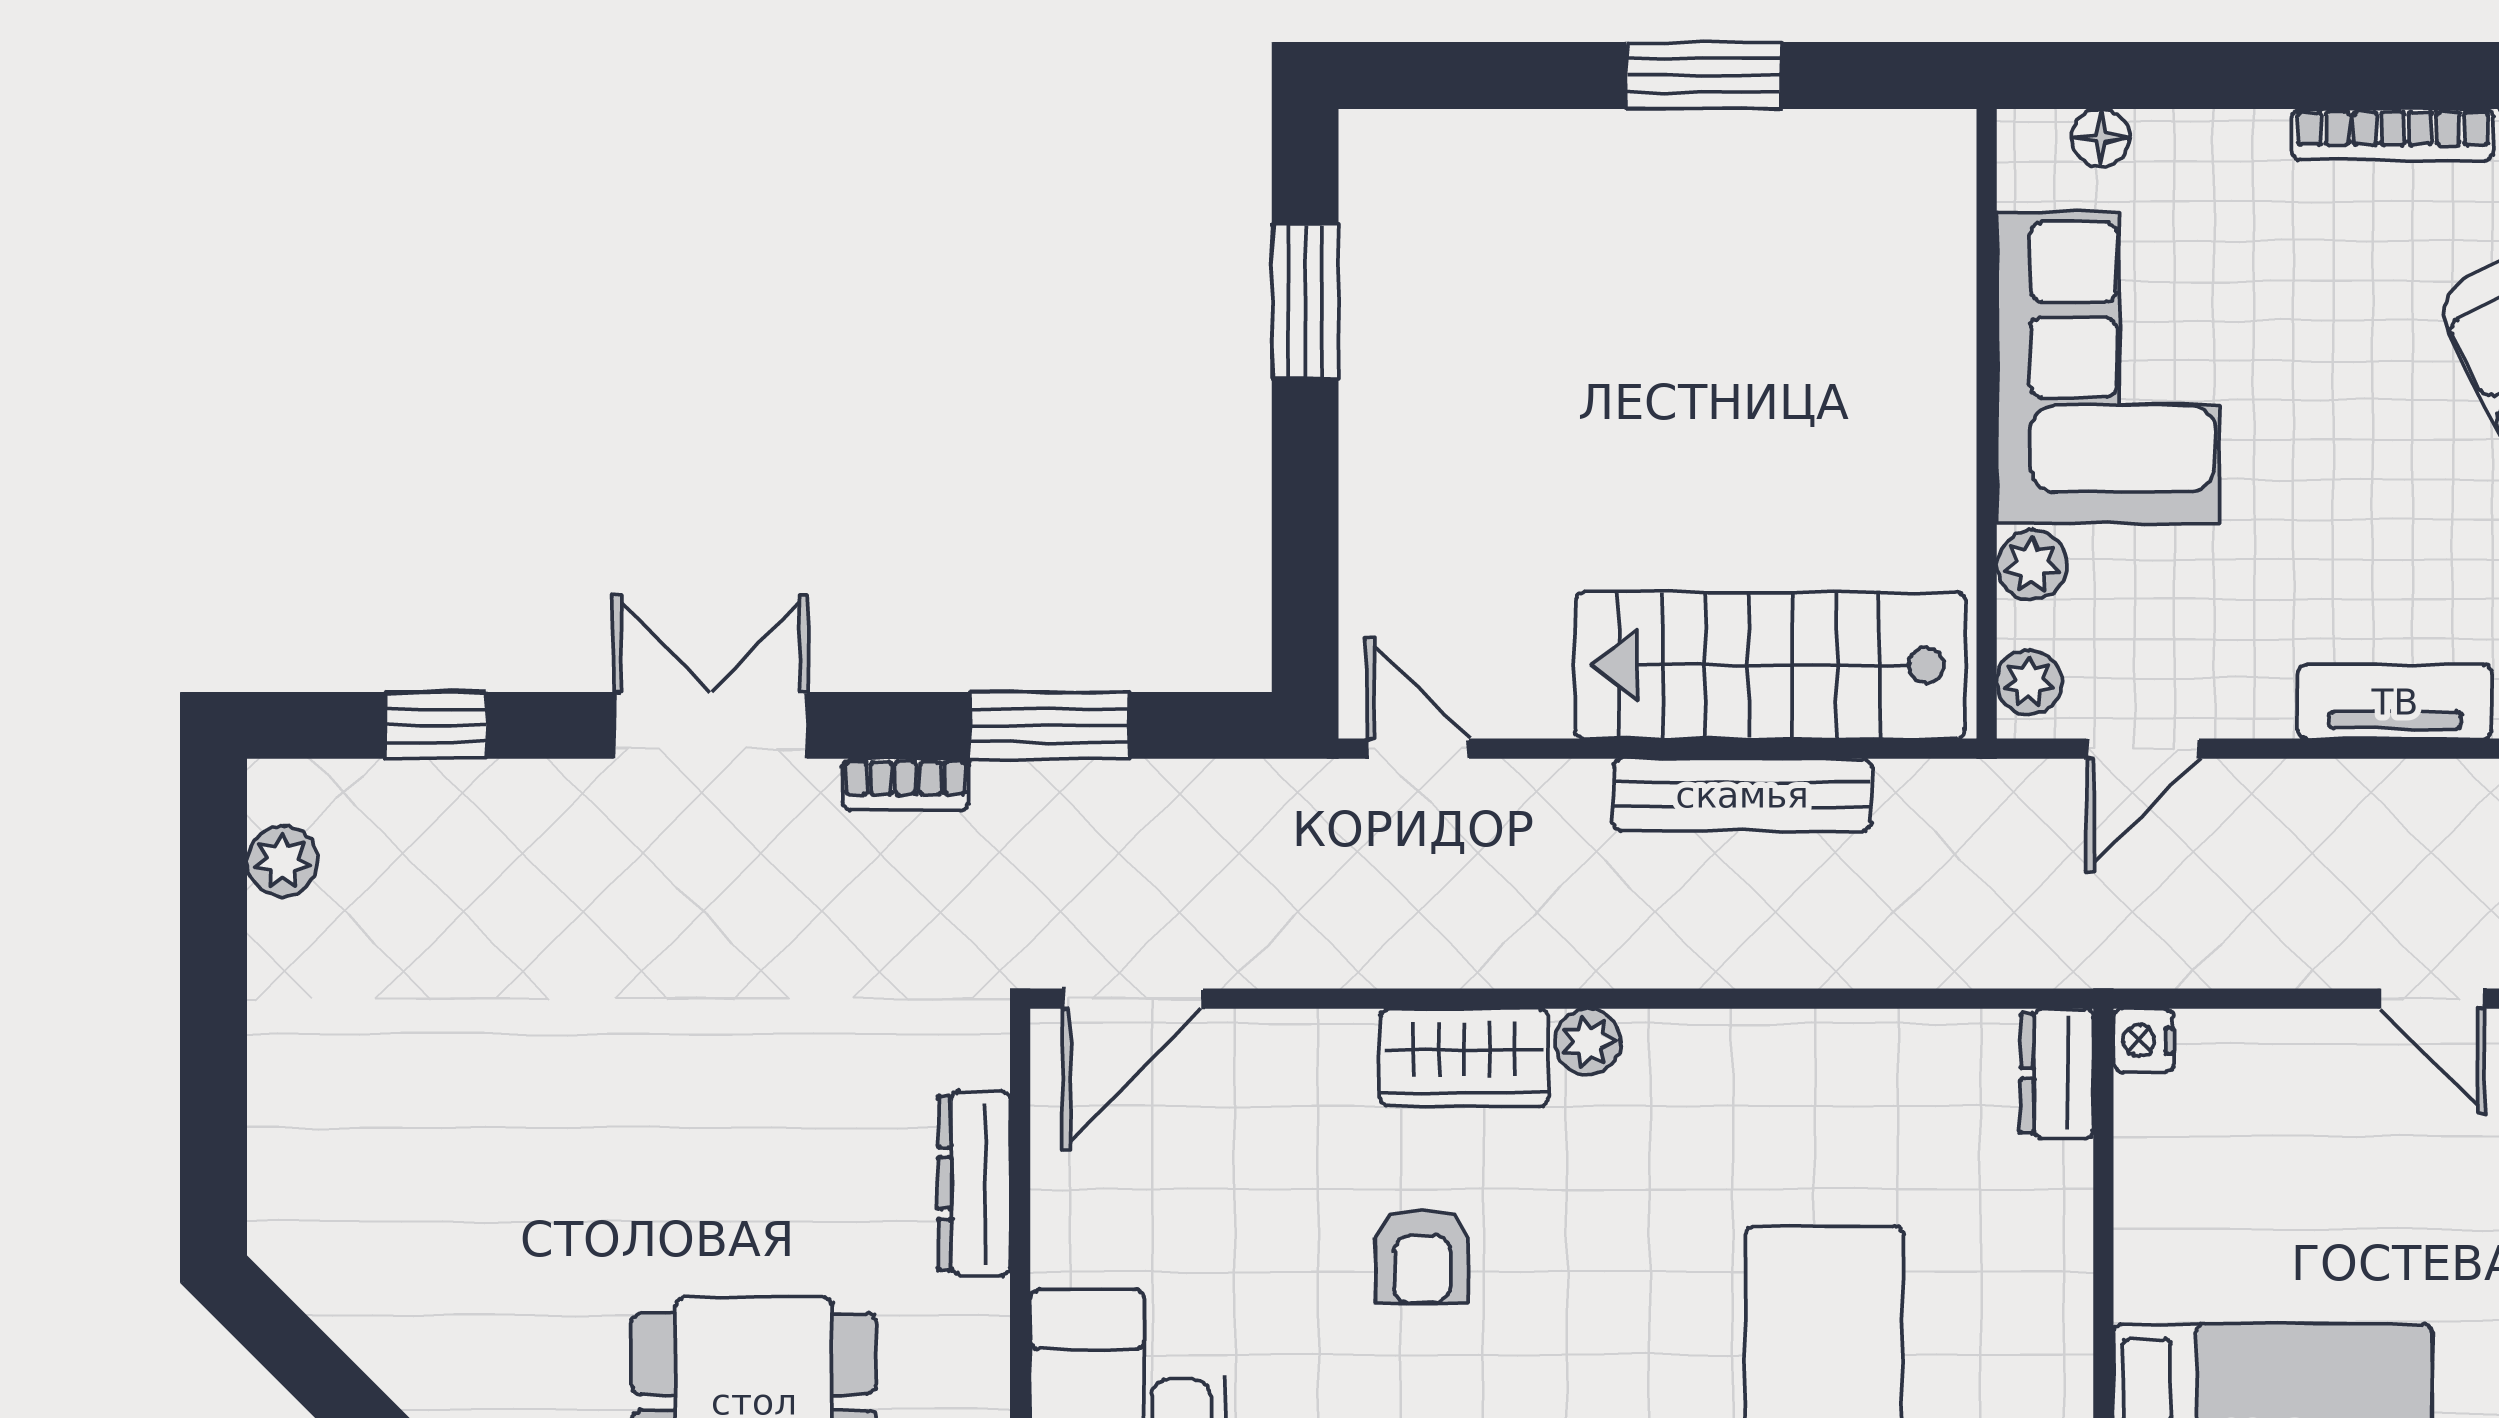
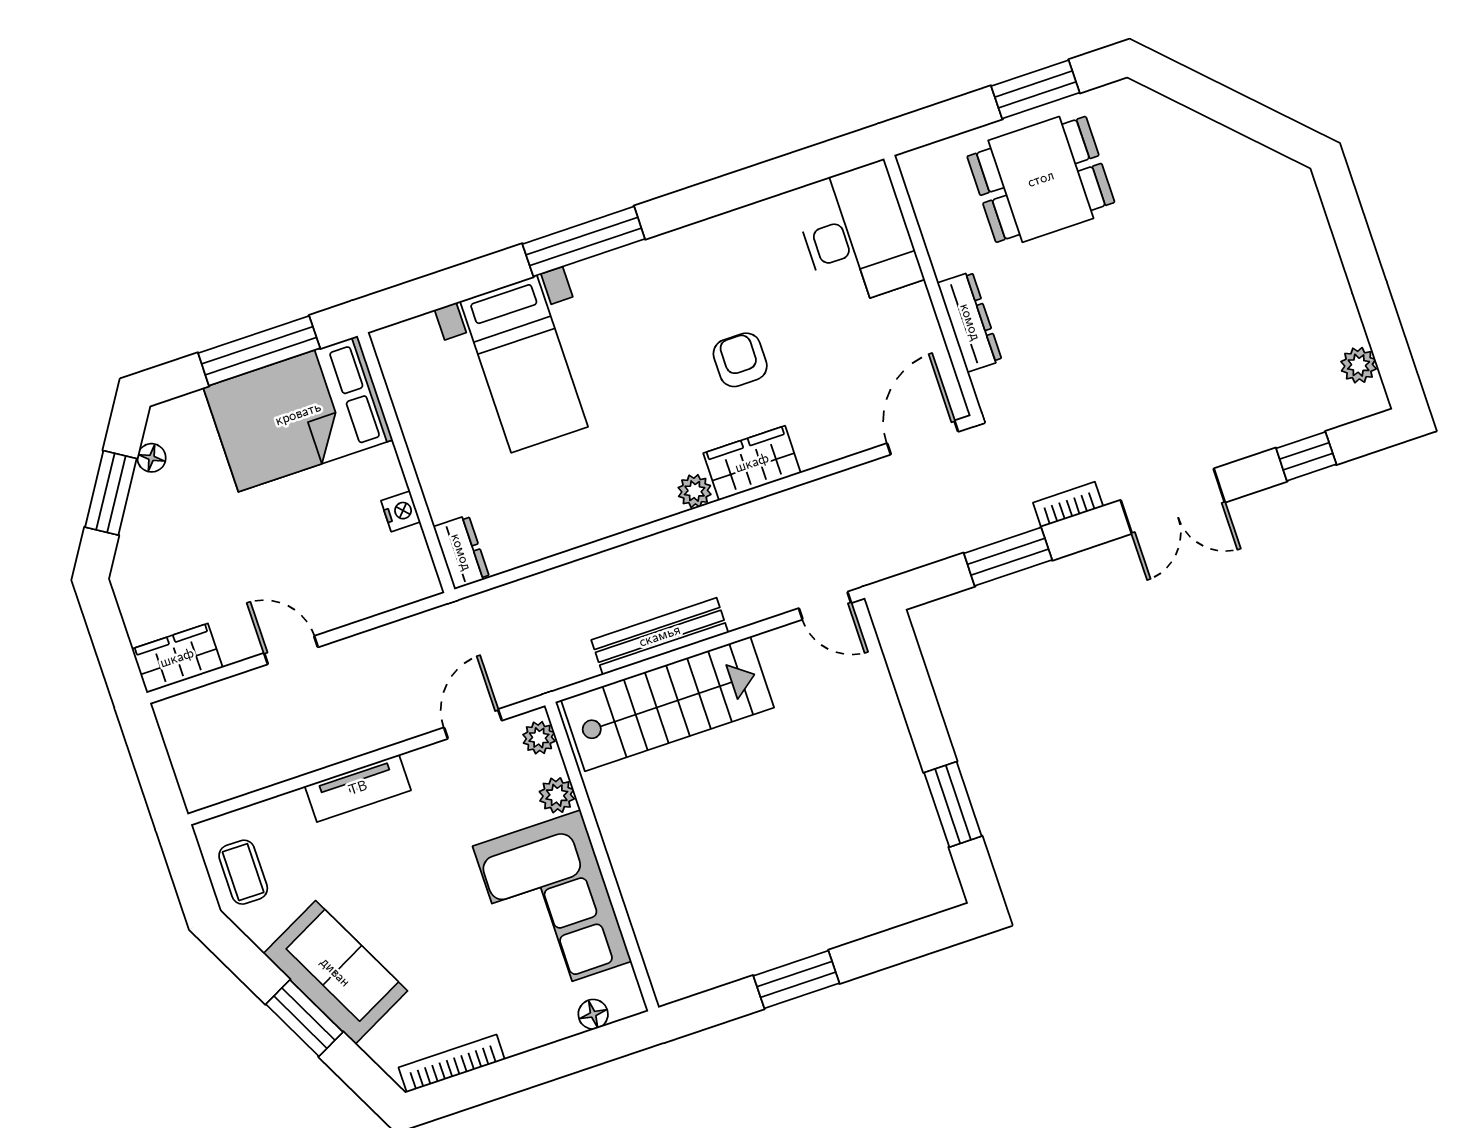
nightstand: (2144, 1041) -> (401, 511), moved

